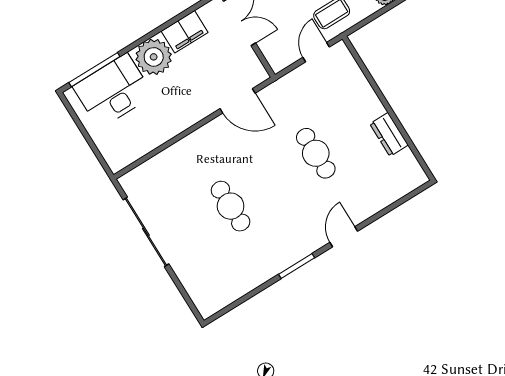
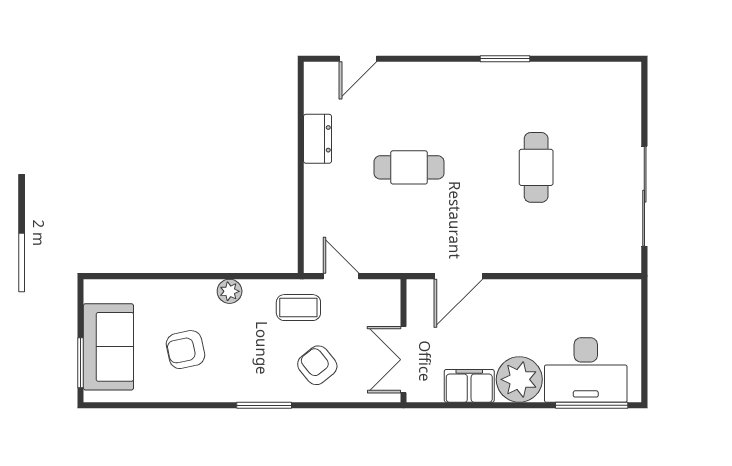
door: (316, 52) -> (341, 276), swing flipped
door: (238, 101) -> (458, 276), swing flipped
cafe table: (316, 153) -> (409, 167), turned 90
door: (344, 237) -> (358, 59), moved

